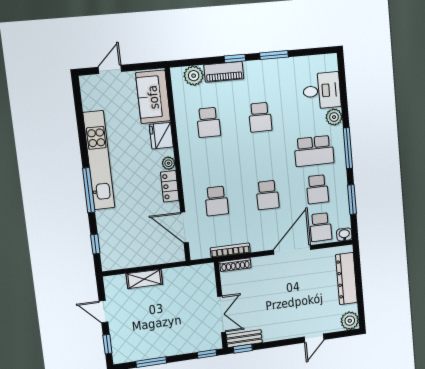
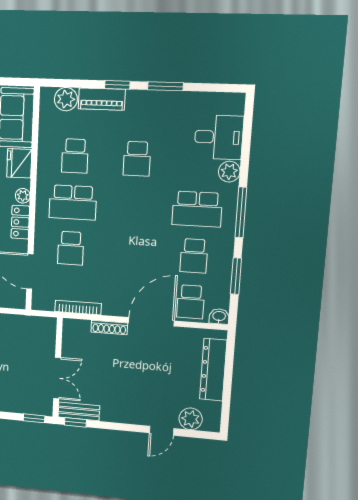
school desk: (267, 195) -> (73, 202), moved, width x1.85
shoe rack: (235, 265) -> (109, 327), moved
plant: (350, 321) -> (191, 419), moved

